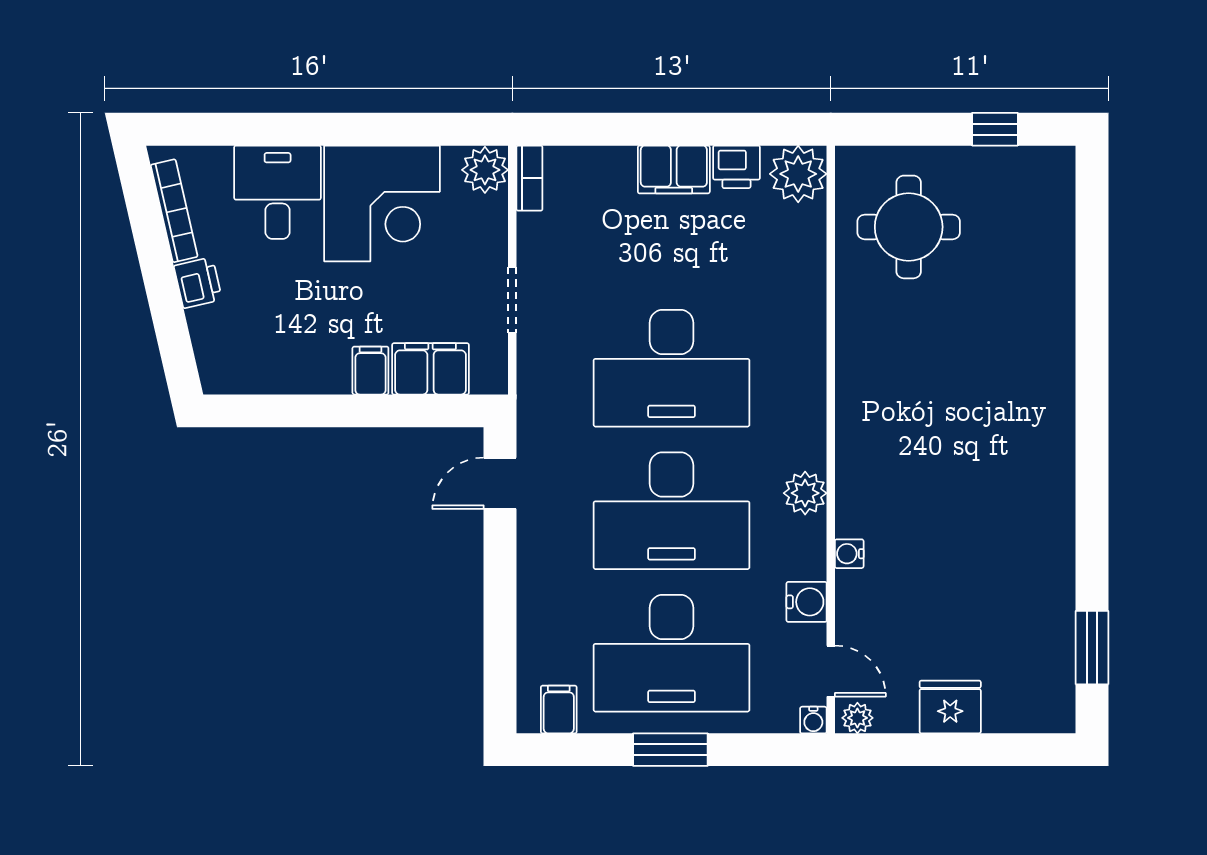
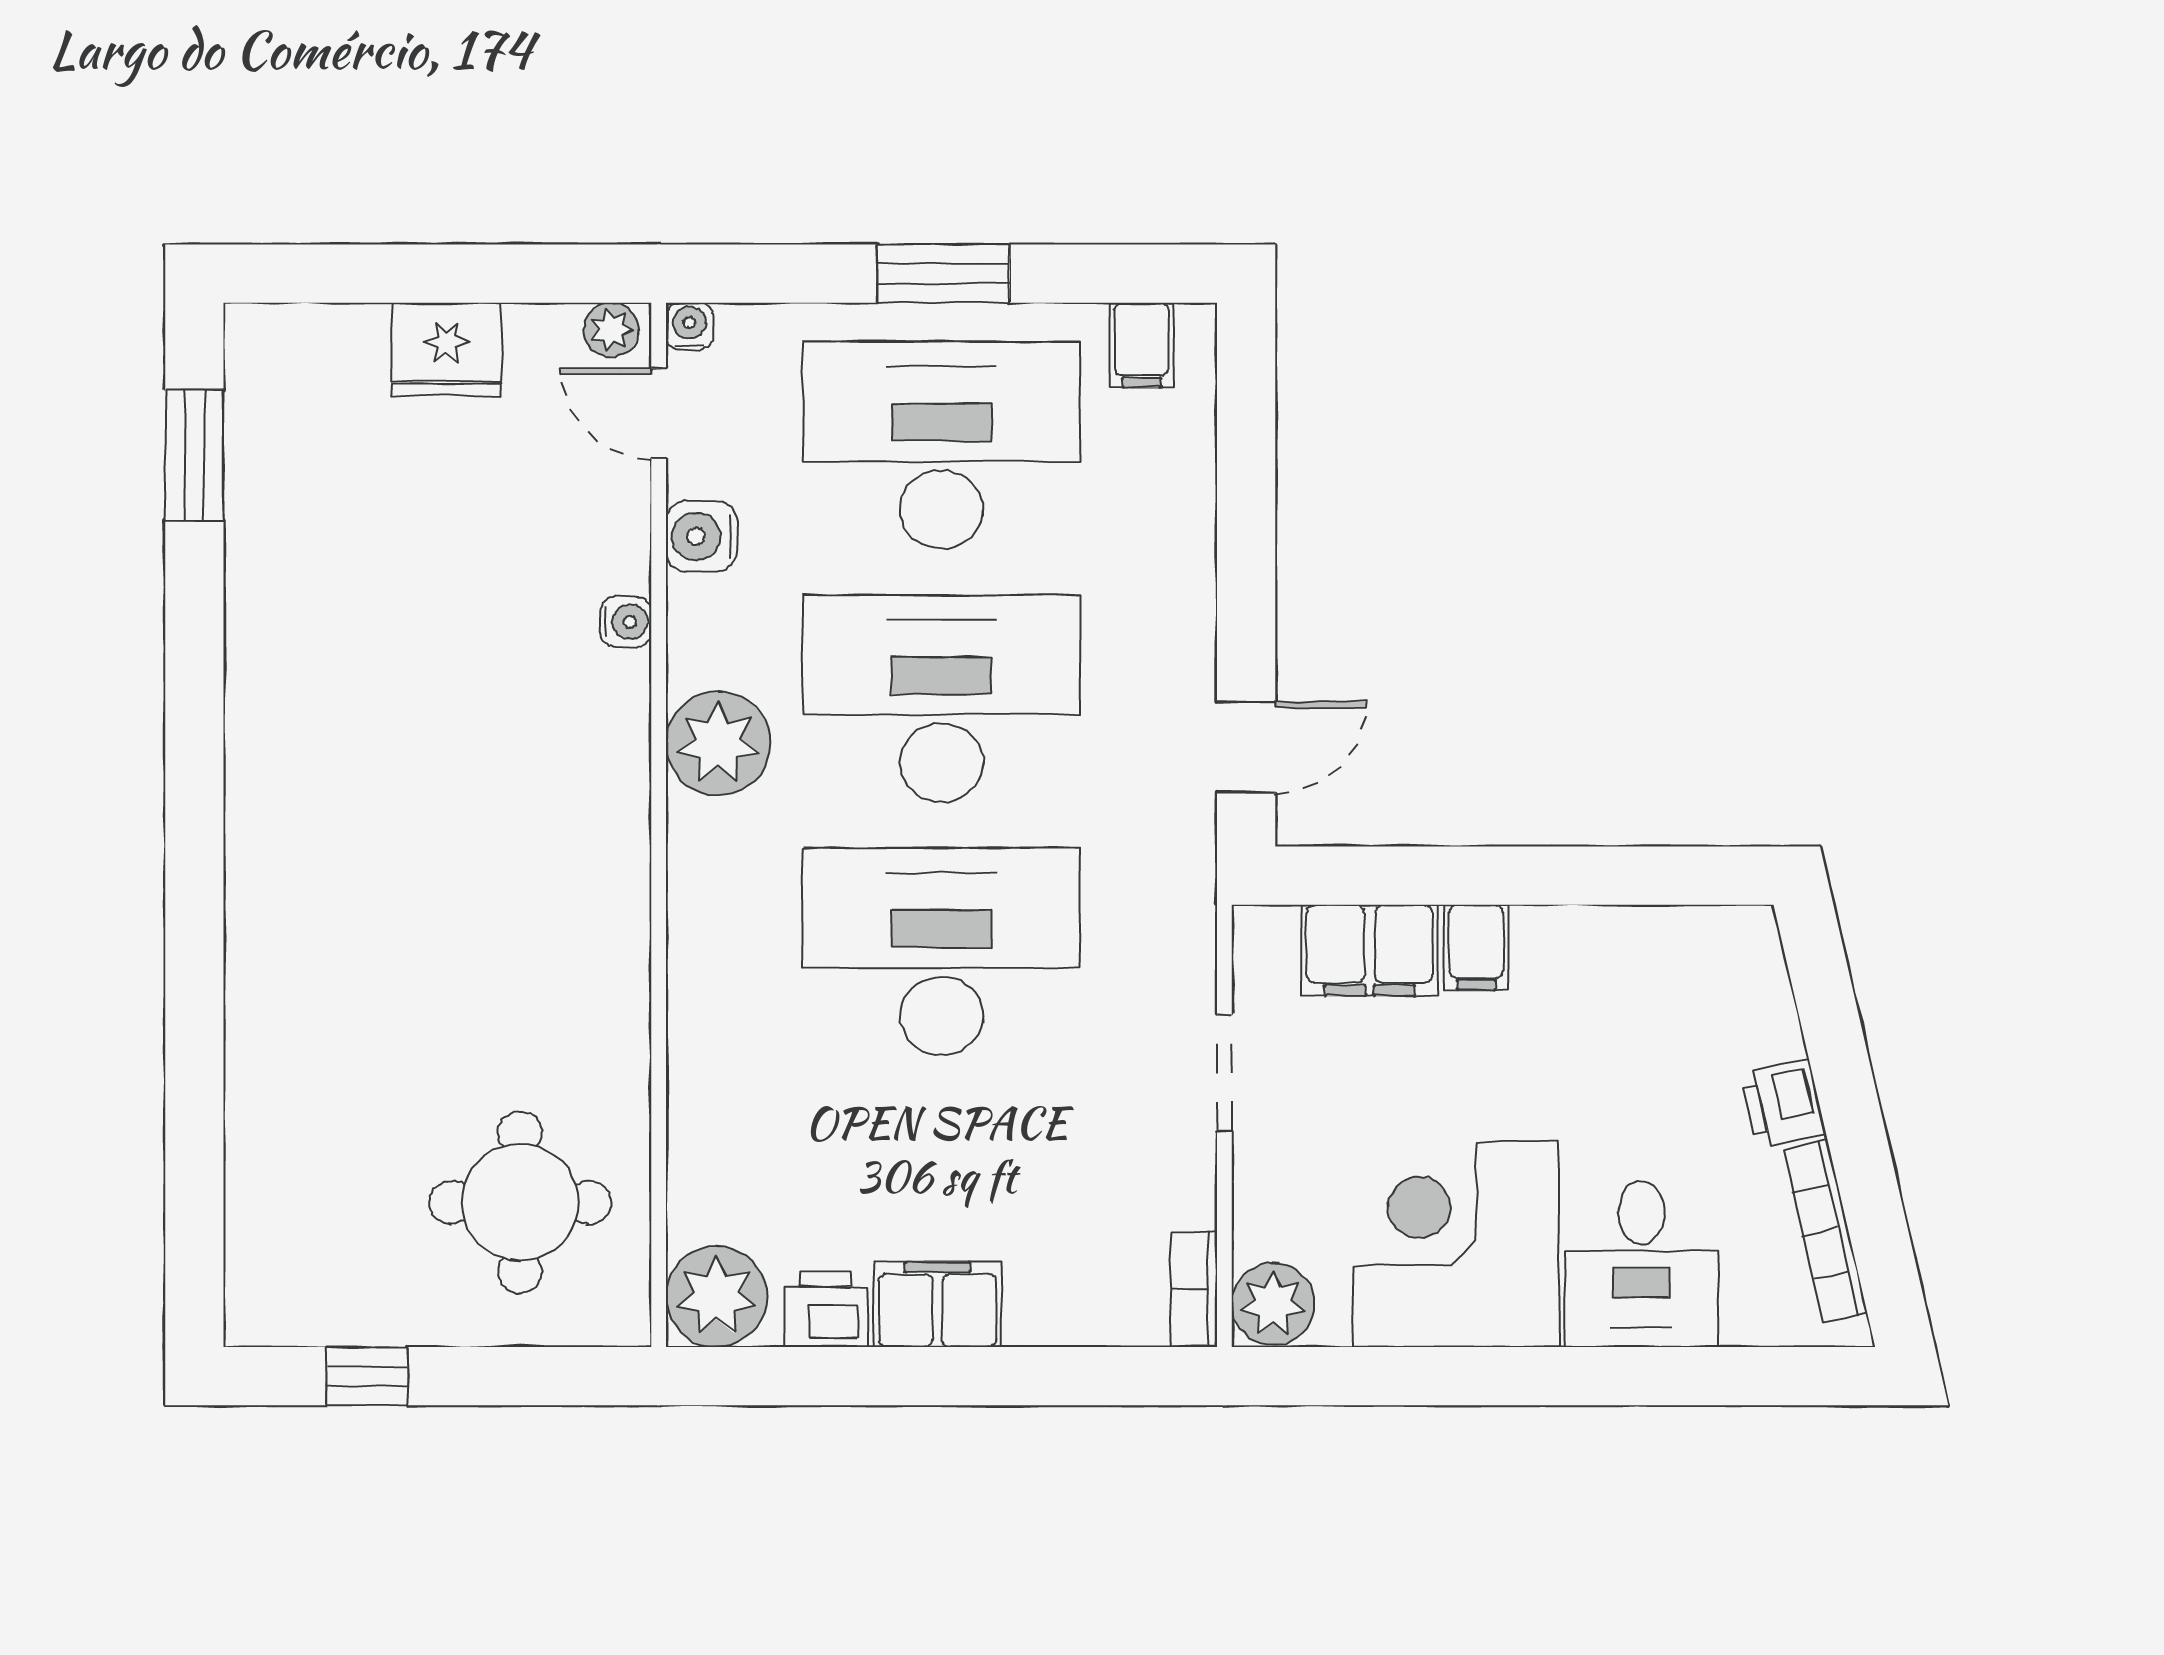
plant: (805, 493) -> (718, 744), width x1.36, depth x1.36

